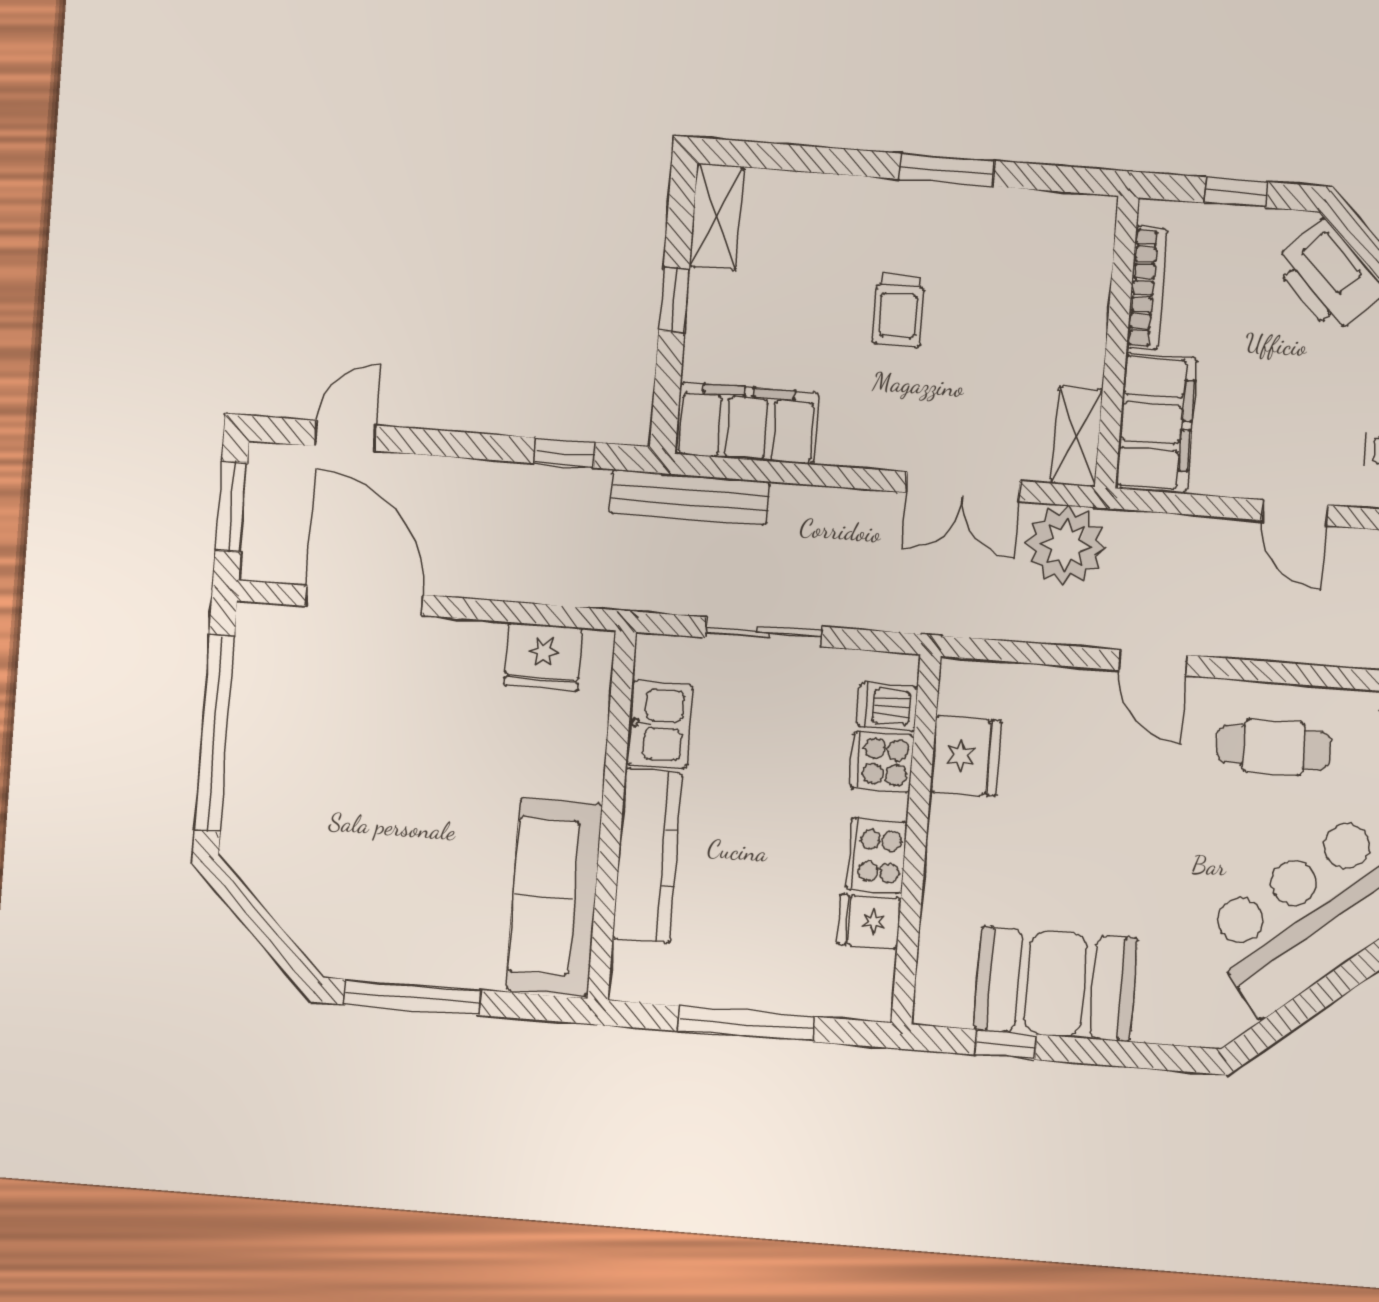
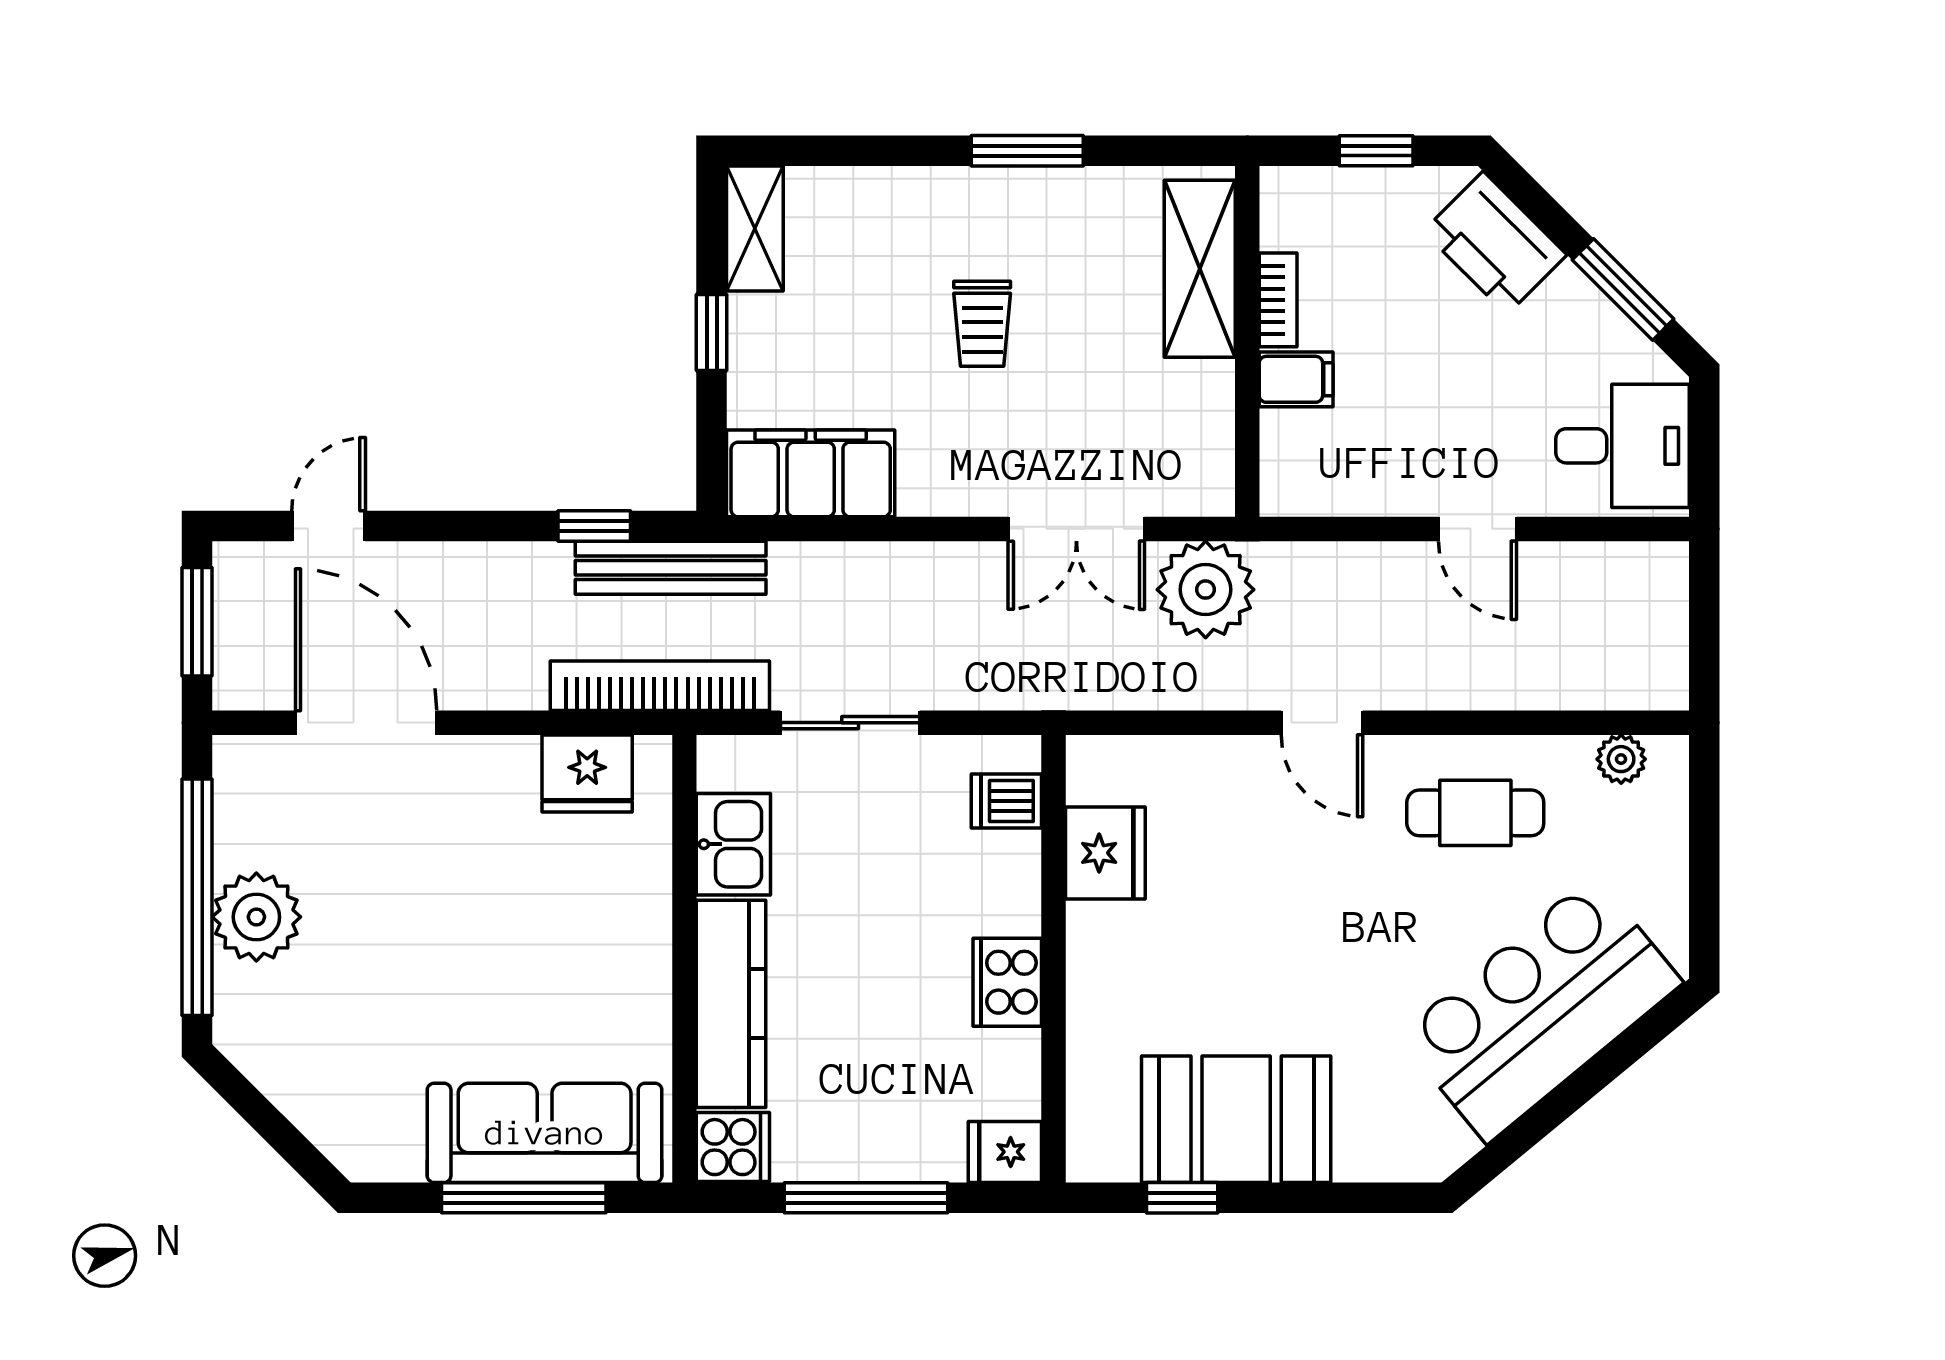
bookcase: (1147, 288) -> (1278, 300), width x0.64
filing cabinet: (1156, 423) -> (1296, 379), width x0.33, depth x0.86
shelving: (1077, 436) -> (1200, 269), moved, width x1.50, depth x1.33
bench: (690, 497) -> (671, 568), moved
bookcase: (609, 589) -> (660, 686), added
plant: (262, 753) -> (256, 917), added
cooker: (882, 762) -> (733, 1147), moved, turned 180
sofa: (554, 897) -> (545, 1133), moved, turned 90
fridge: (869, 921) -> (1005, 1152), moved
window: (412, 997) -> (524, 1198), moved

